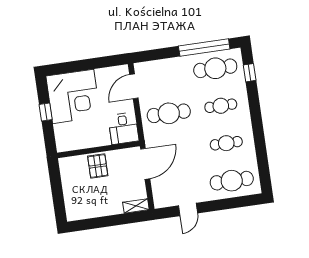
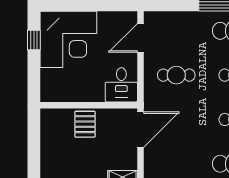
window: (46, 112) -> (34, 40), moved
cafe table: (169, 113) -> (176, 75), width x0.73, depth x0.74

